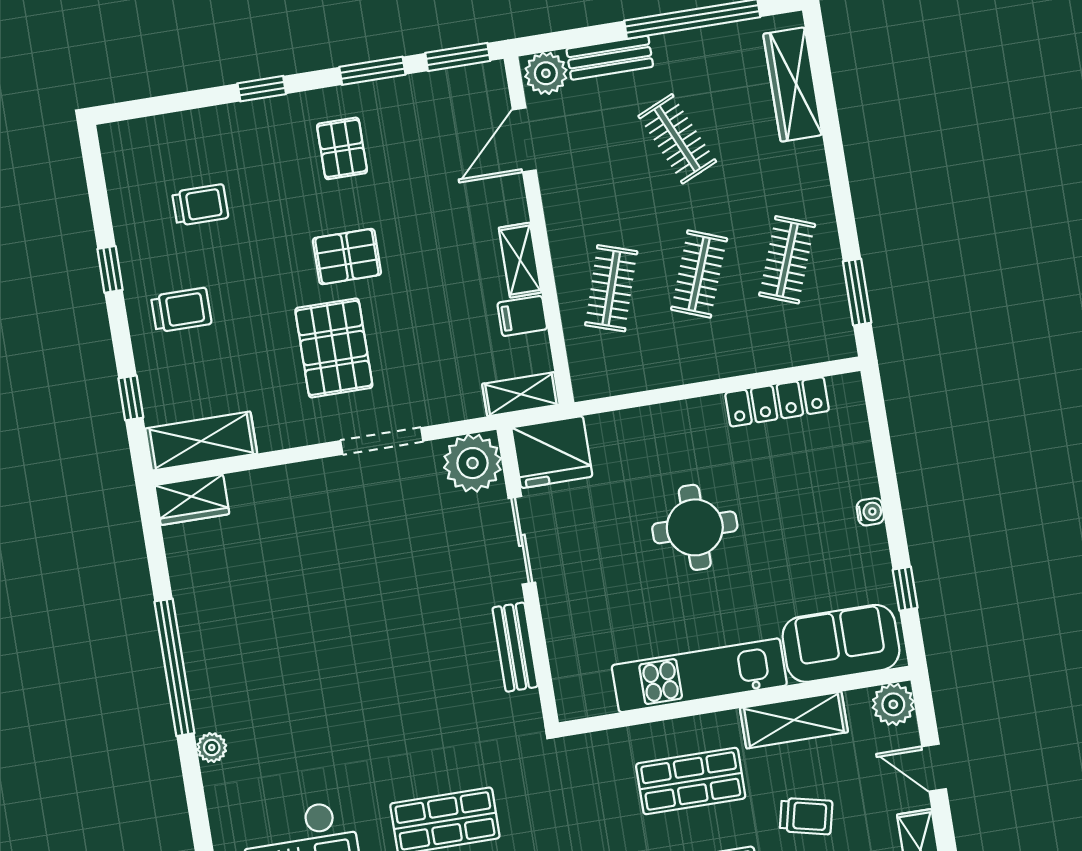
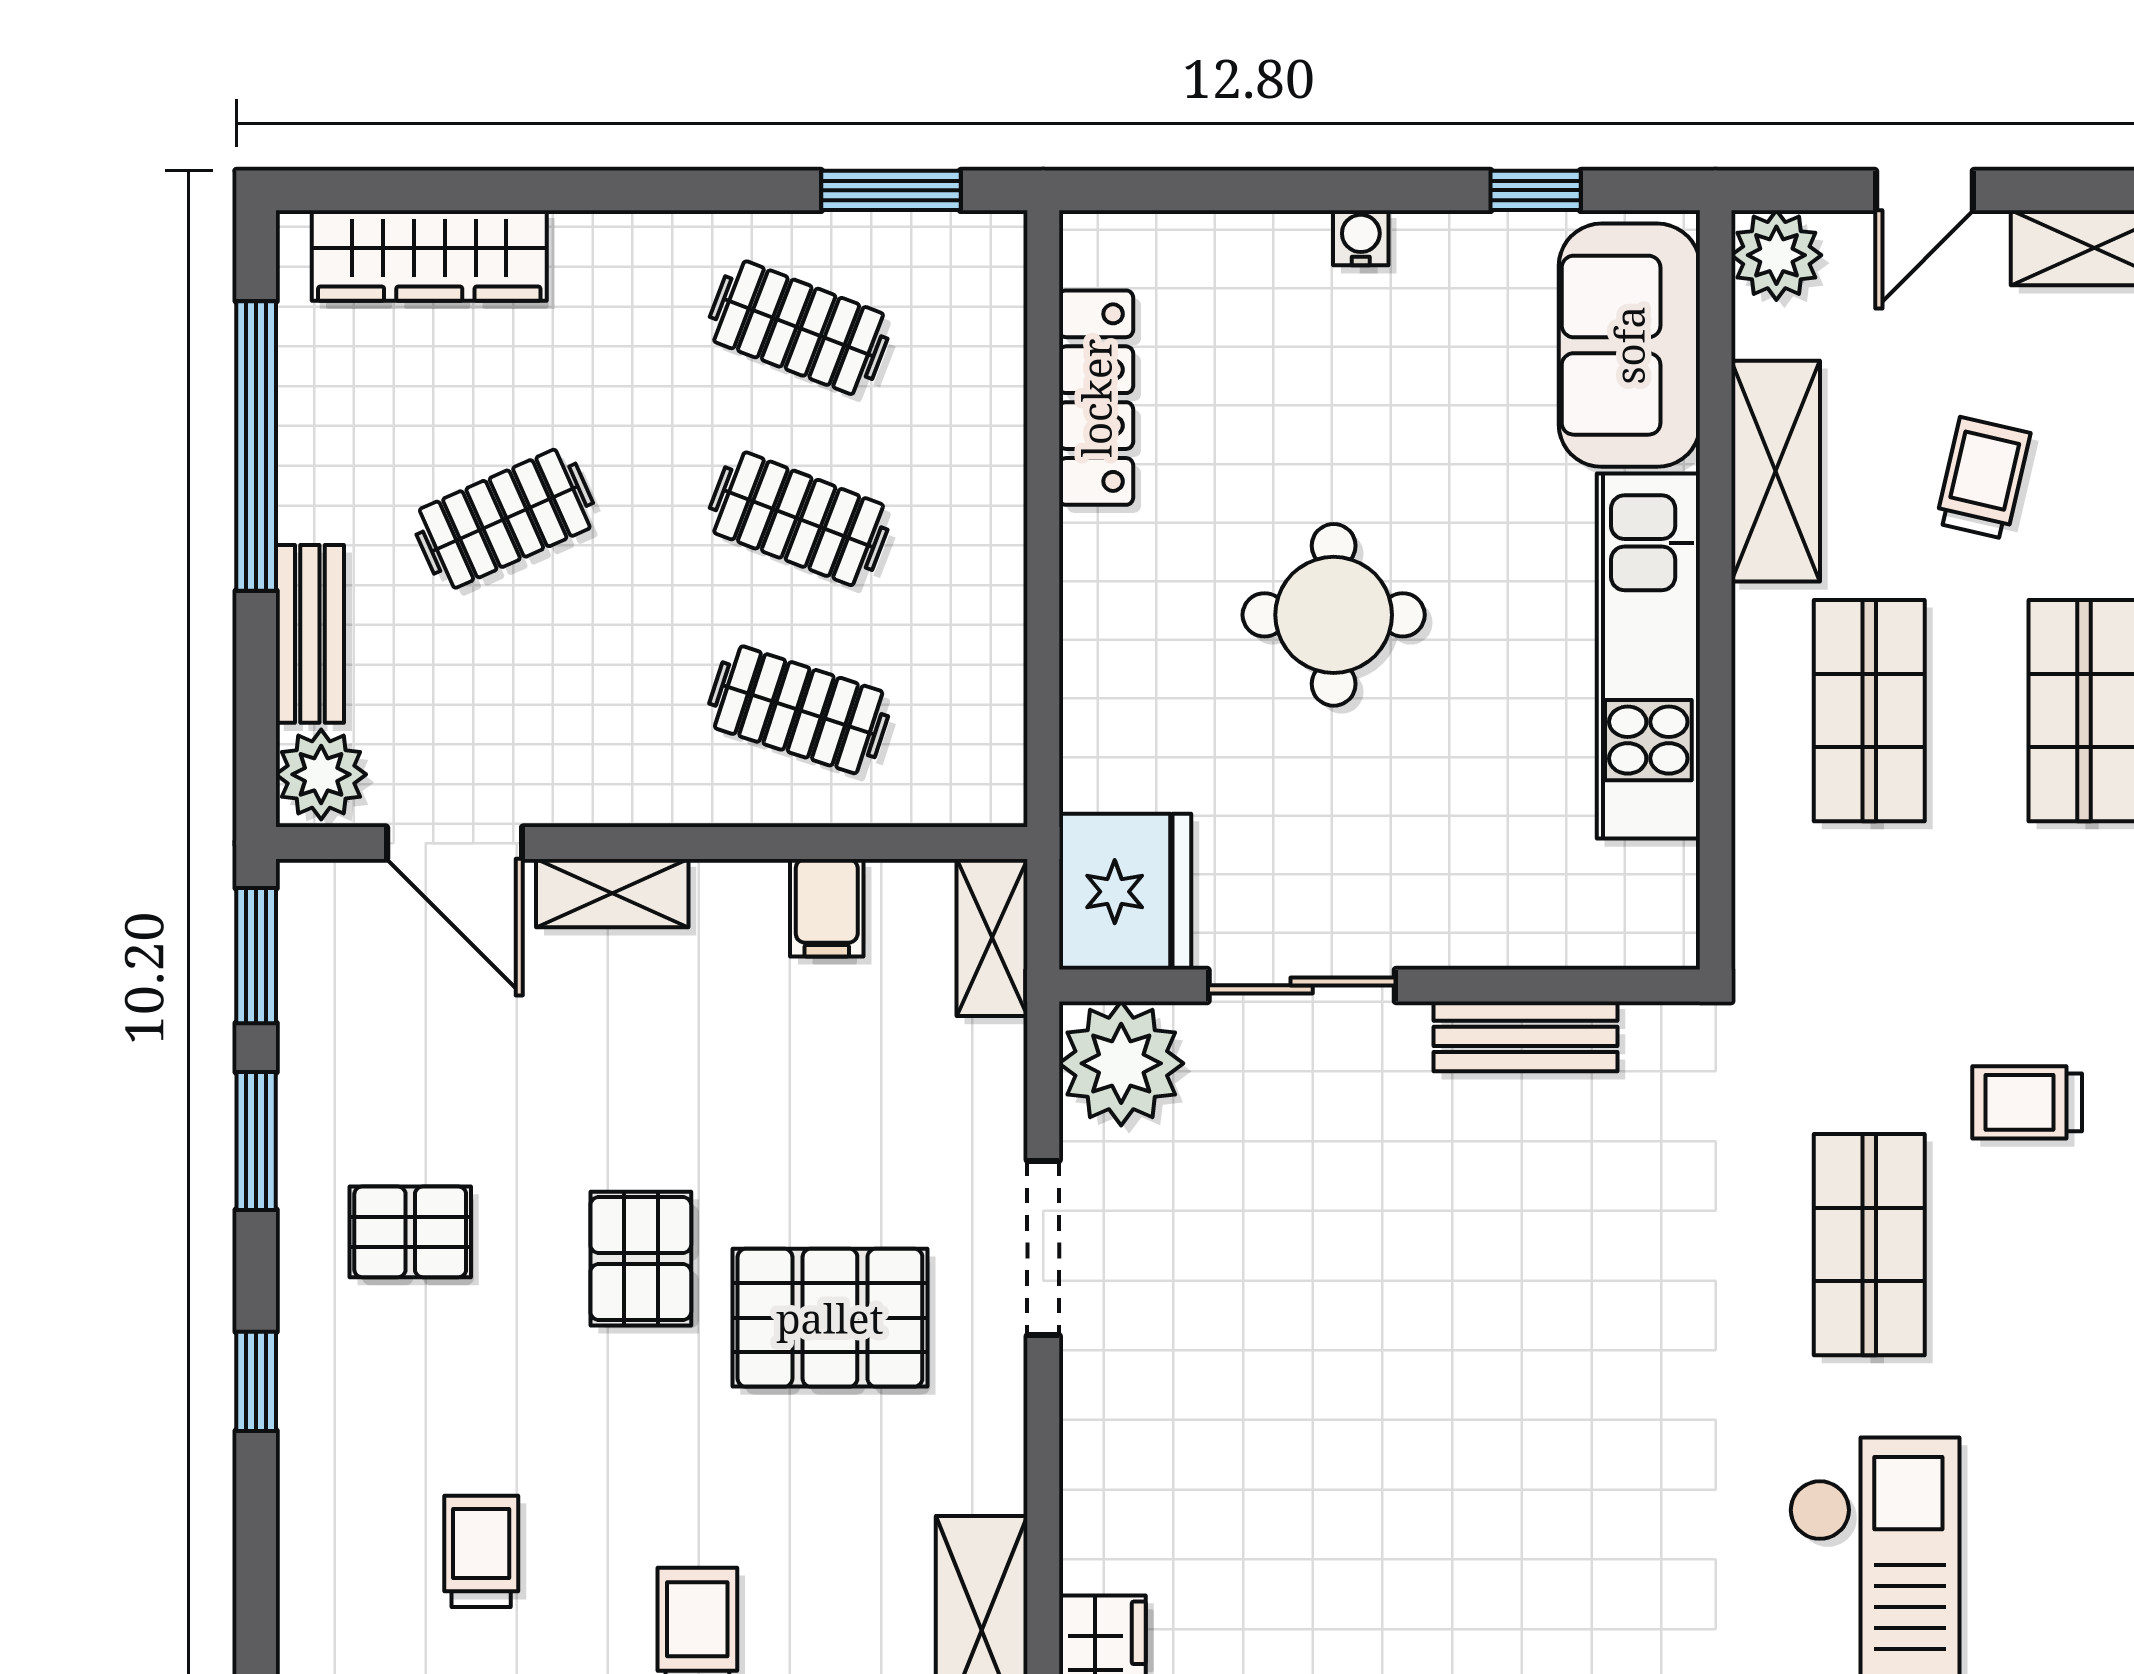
shelving: (520, 260) -> (612, 893), moved

